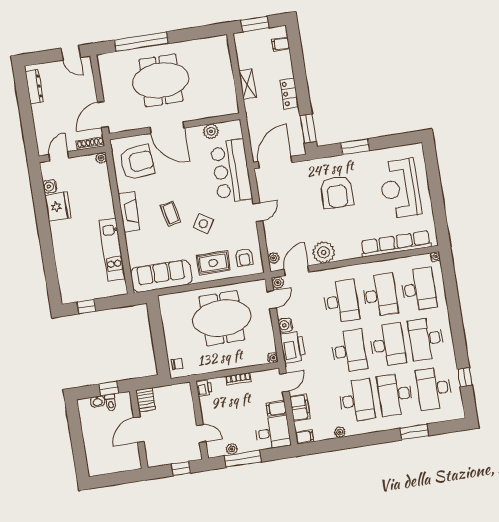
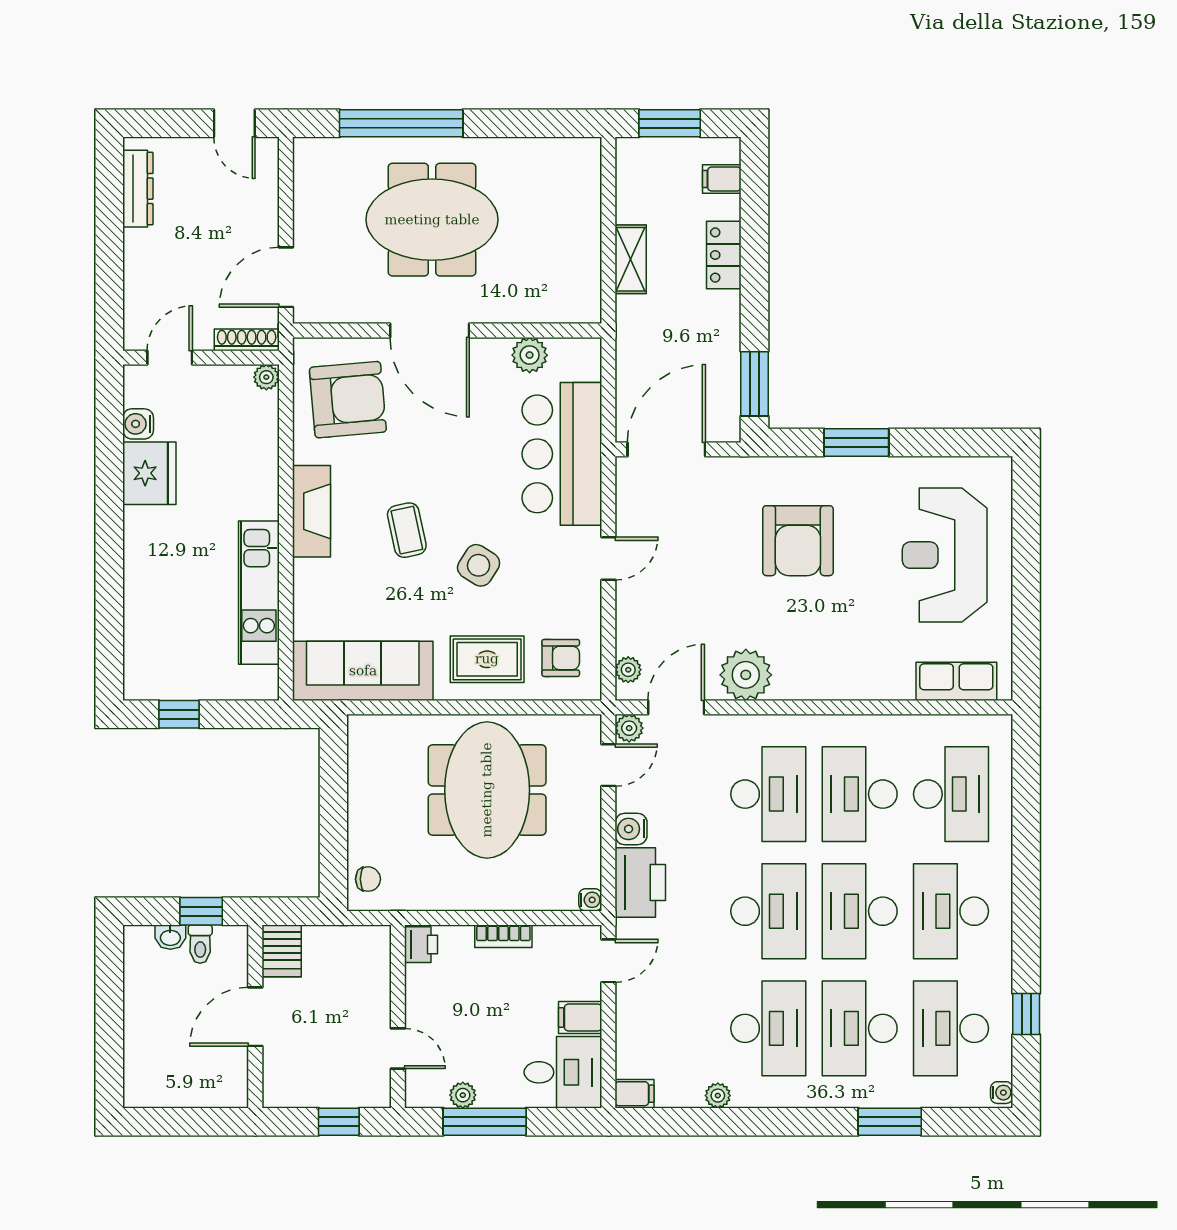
locker: (289, 94) -> (724, 255), moved
row of seats: (396, 244) -> (956, 681), width x0.50
armchair: (244, 257) -> (561, 658), turned -90
water cooler: (435, 257) -> (1002, 1093), moved
desk: (380, 295) -> (860, 794), turned 180
meeting table: (222, 318) -> (487, 790), turned 90
desk: (388, 345) -> (860, 911), turned 180
filing cabinet: (300, 408) -> (635, 1024), removed

